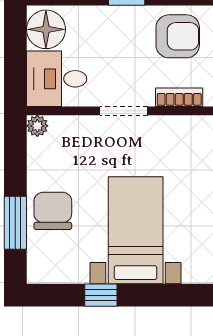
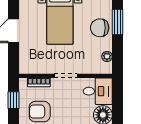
plant: (37, 126) -> (107, 56), moved
chair: (53, 211) -> (100, 28), turned 90

